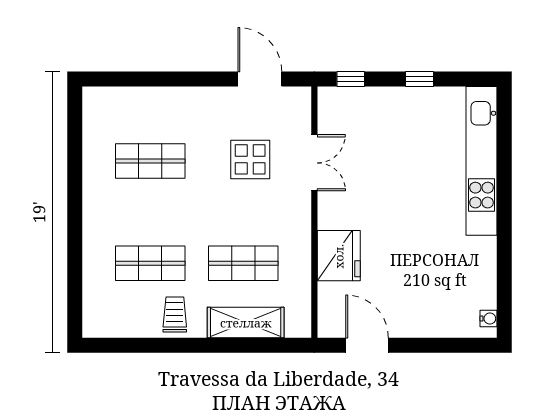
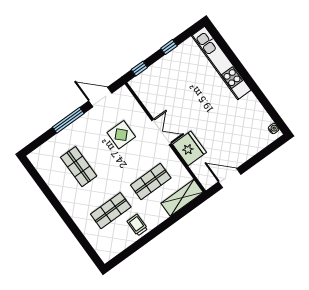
window: (186, 79) -> (68, 120), added
shop shelf: (150, 161) -> (79, 167), turned 90
double door: (314, 163) -> (161, 132), moved
shelving: (246, 323) -> (182, 198), moved

